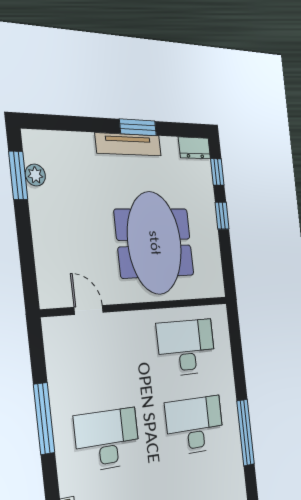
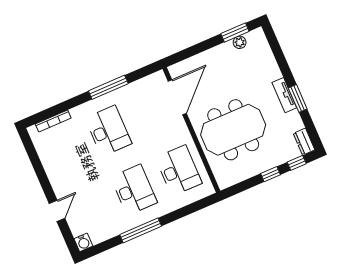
tv unit: (128, 144) -> (284, 95), width x0.71
door: (89, 310) -> (177, 97), width x1.87

